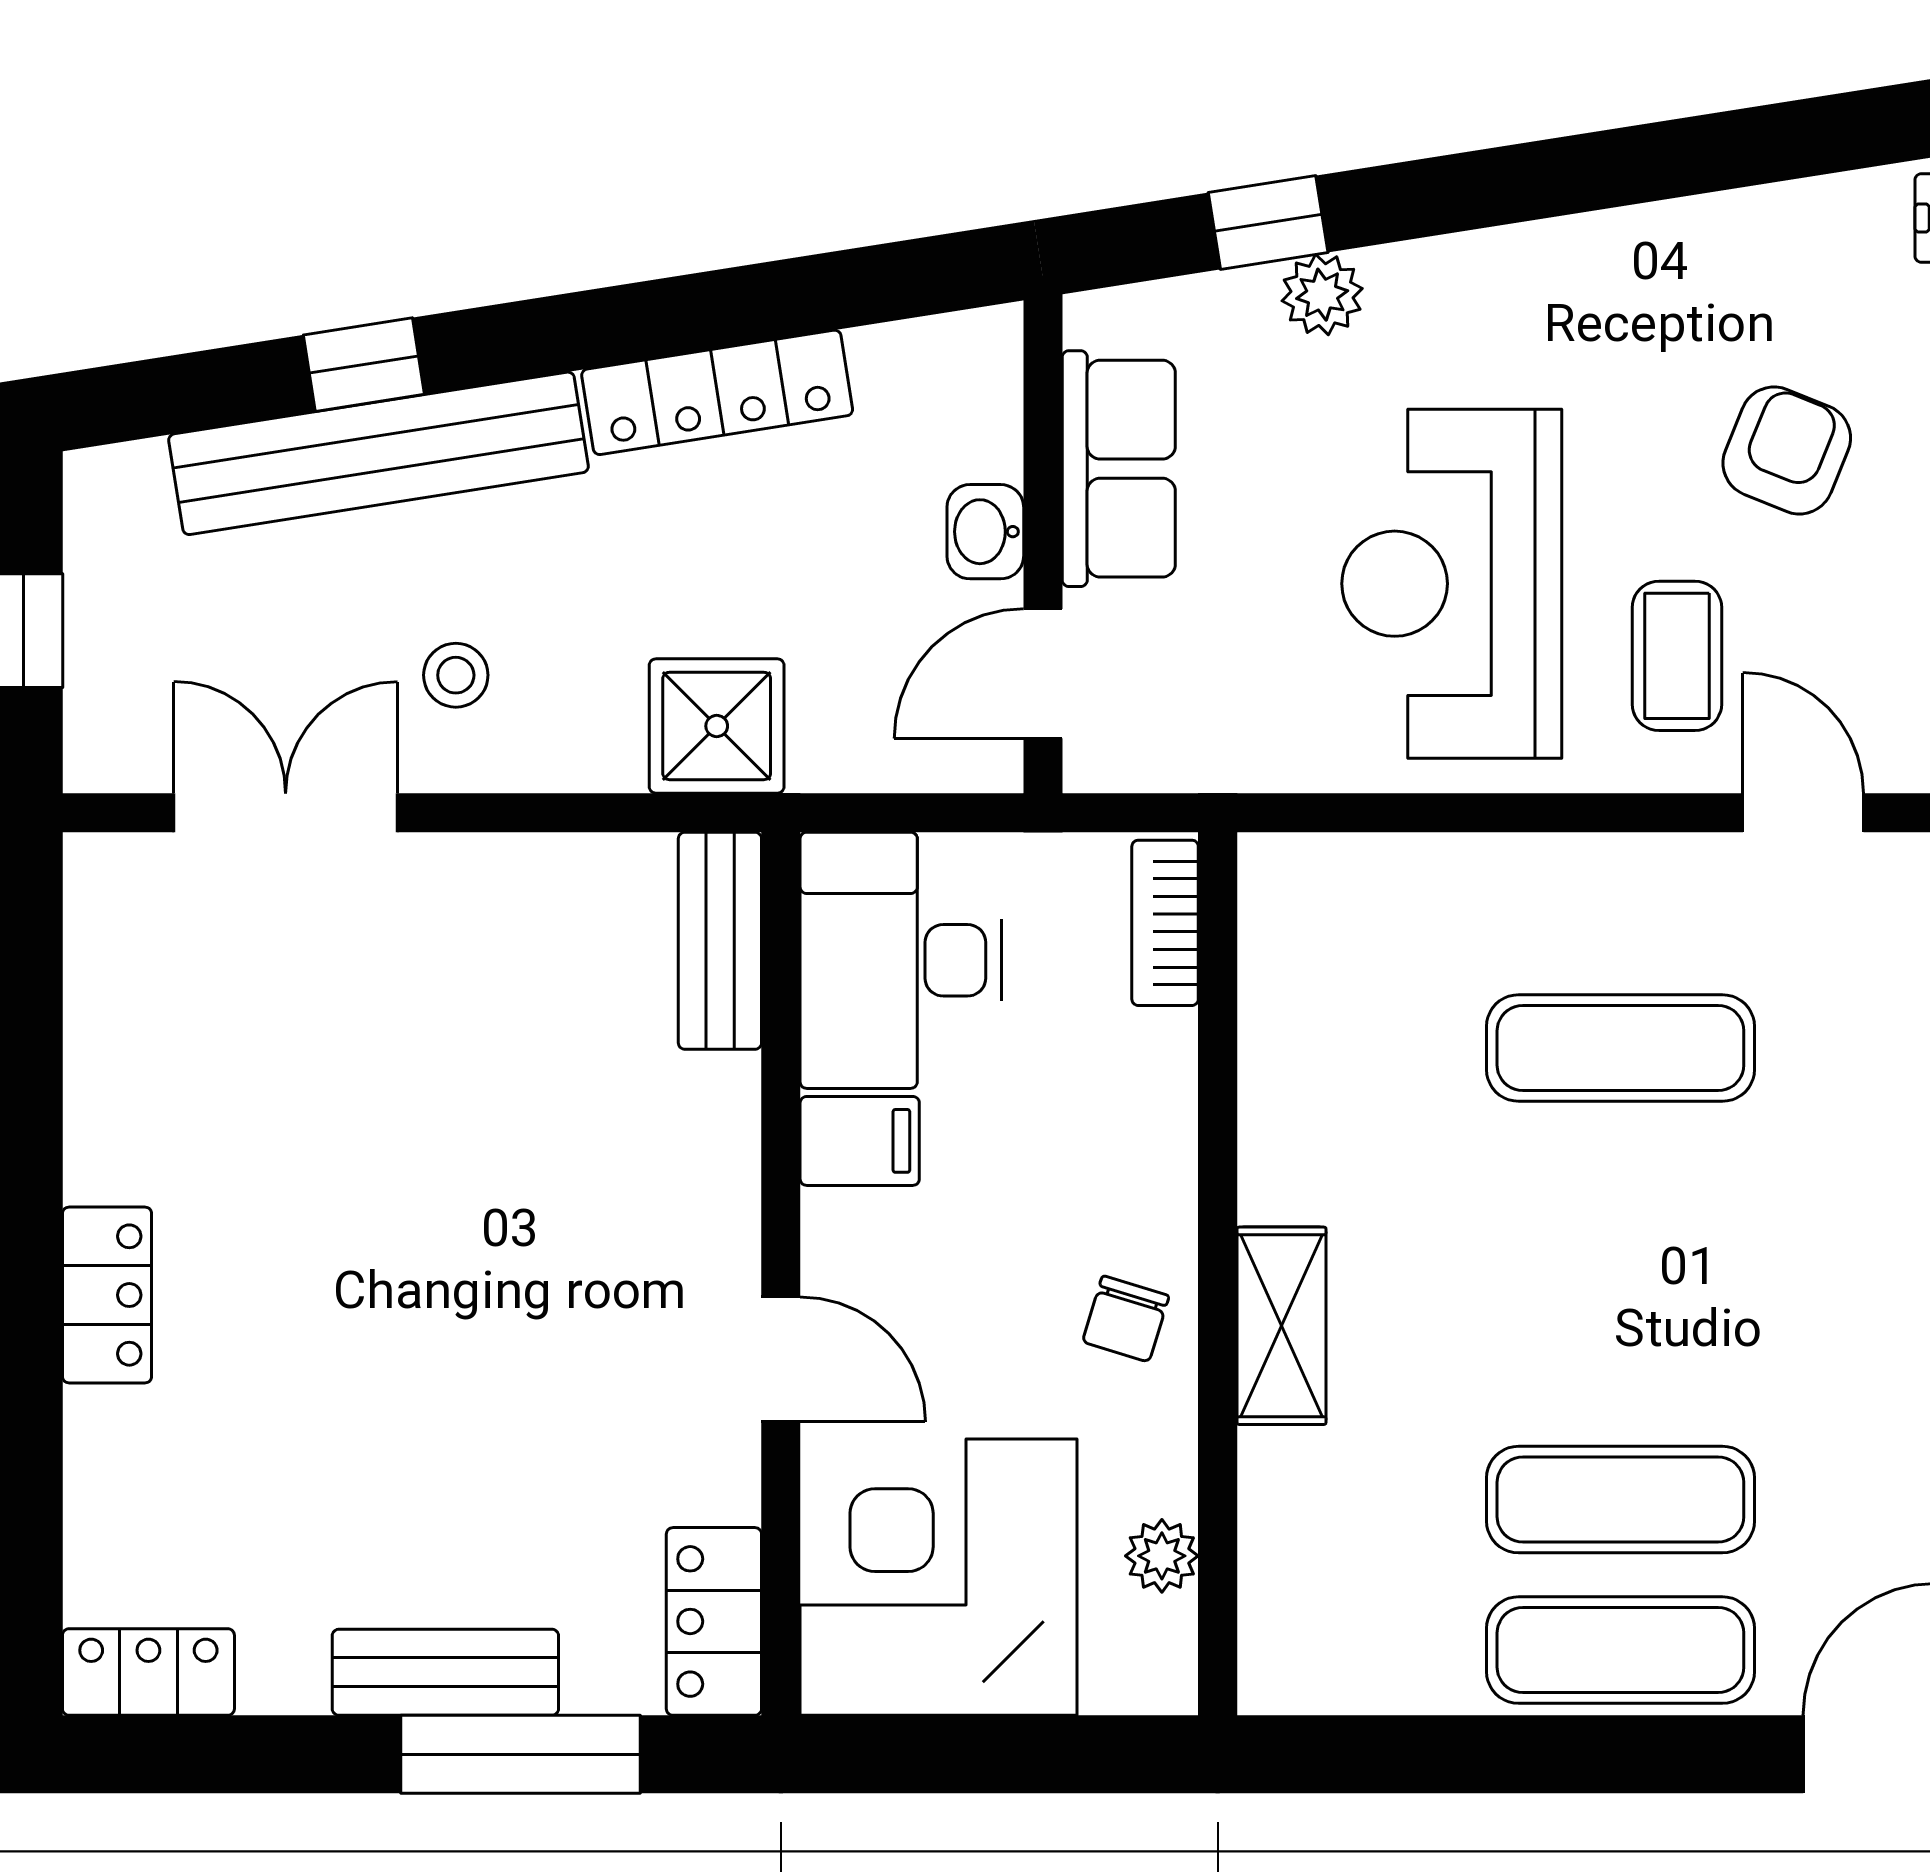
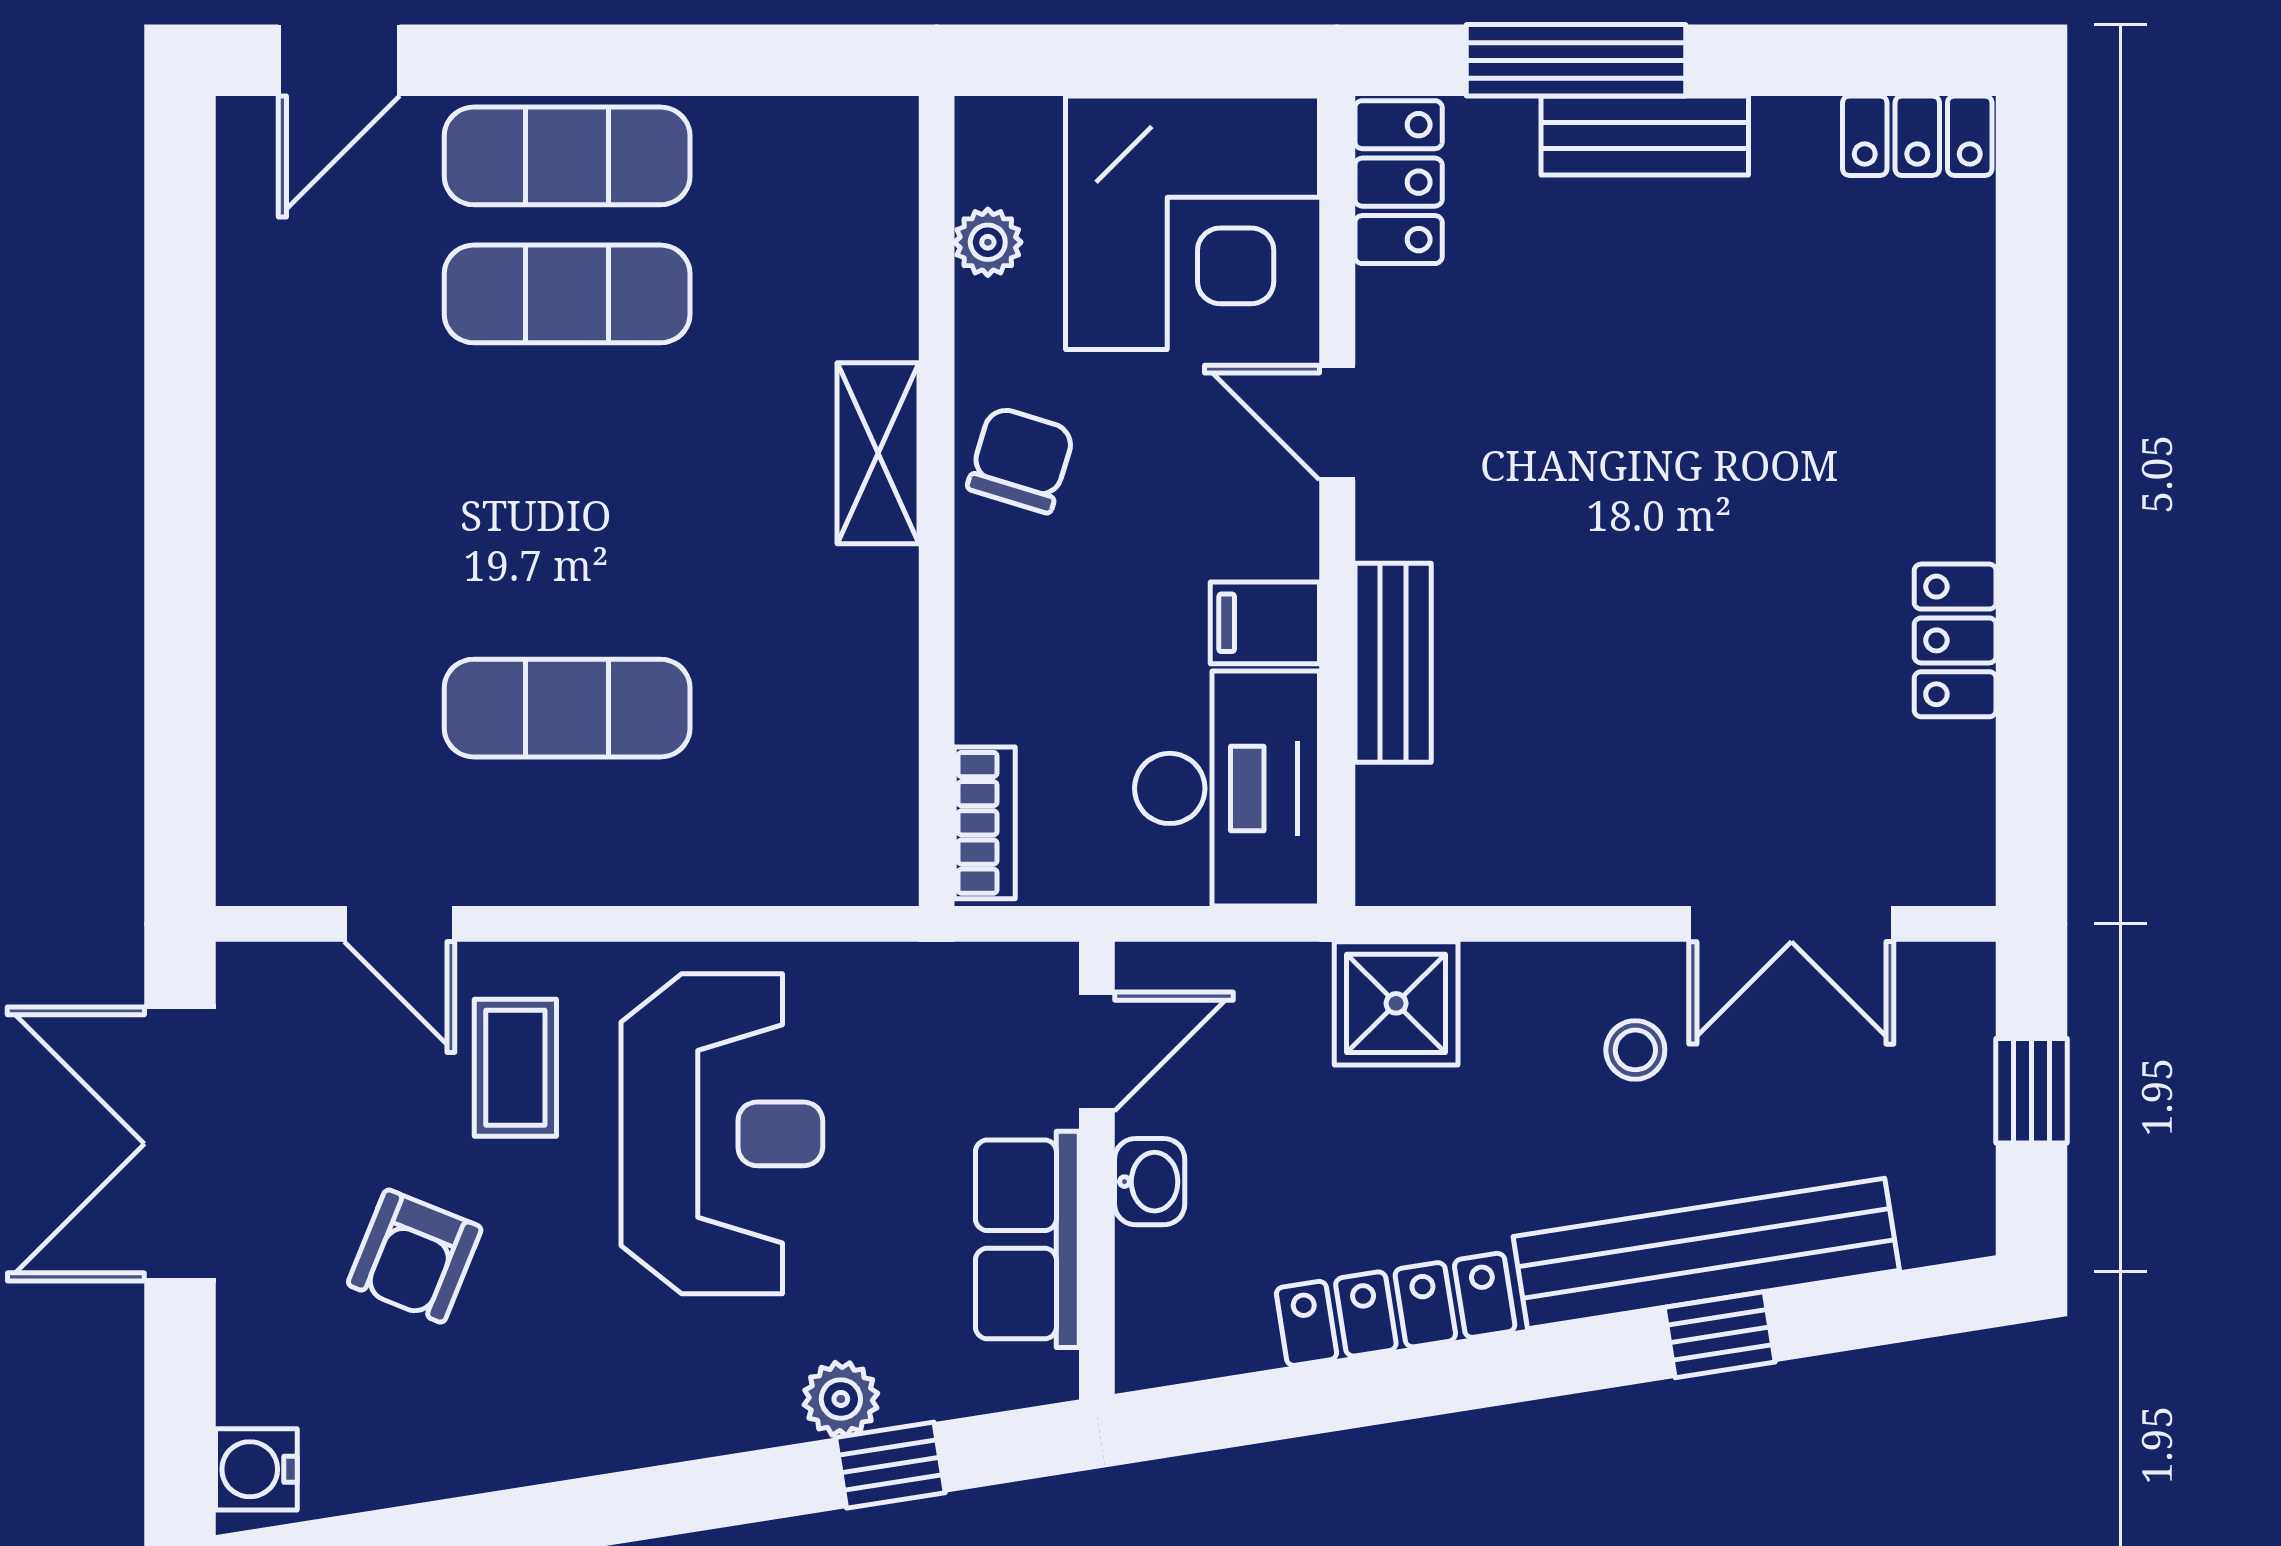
bench: (720, 941) -> (1393, 663), moved
locker: (107, 1295) -> (1955, 640), moved
chair: (1126, 1319) -> (1021, 460), width x1.37, depth x1.37

